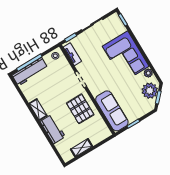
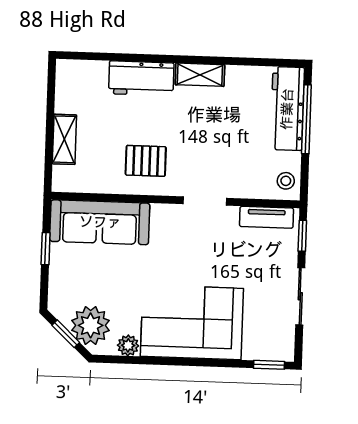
pallet: (80, 109) -> (146, 161), width x0.67, depth x0.71
shelving: (82, 148) -> (64, 139), moved

